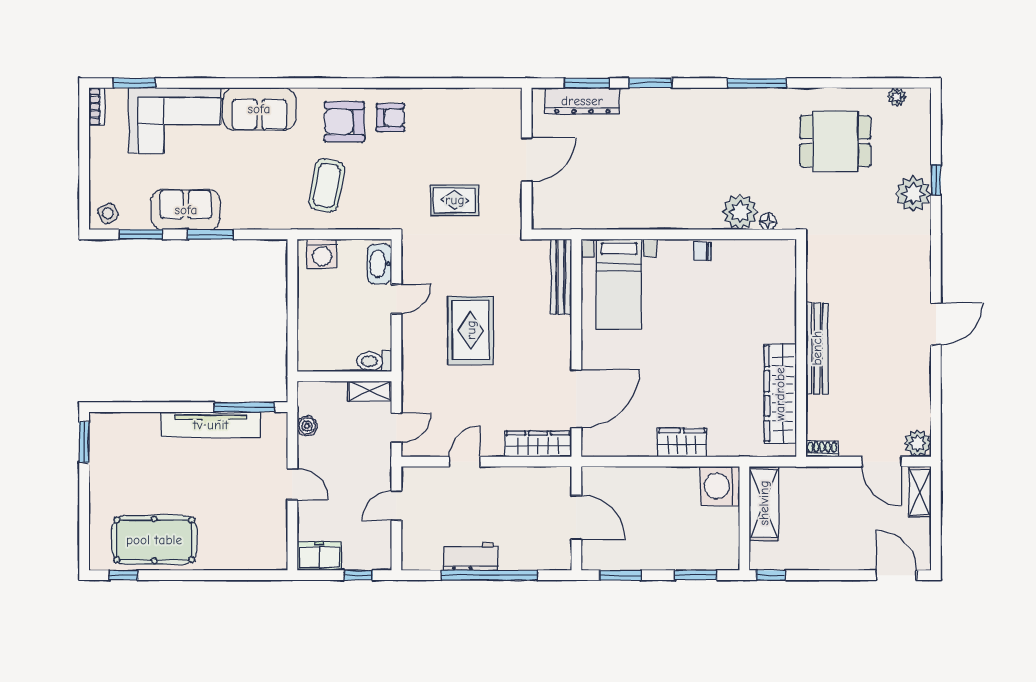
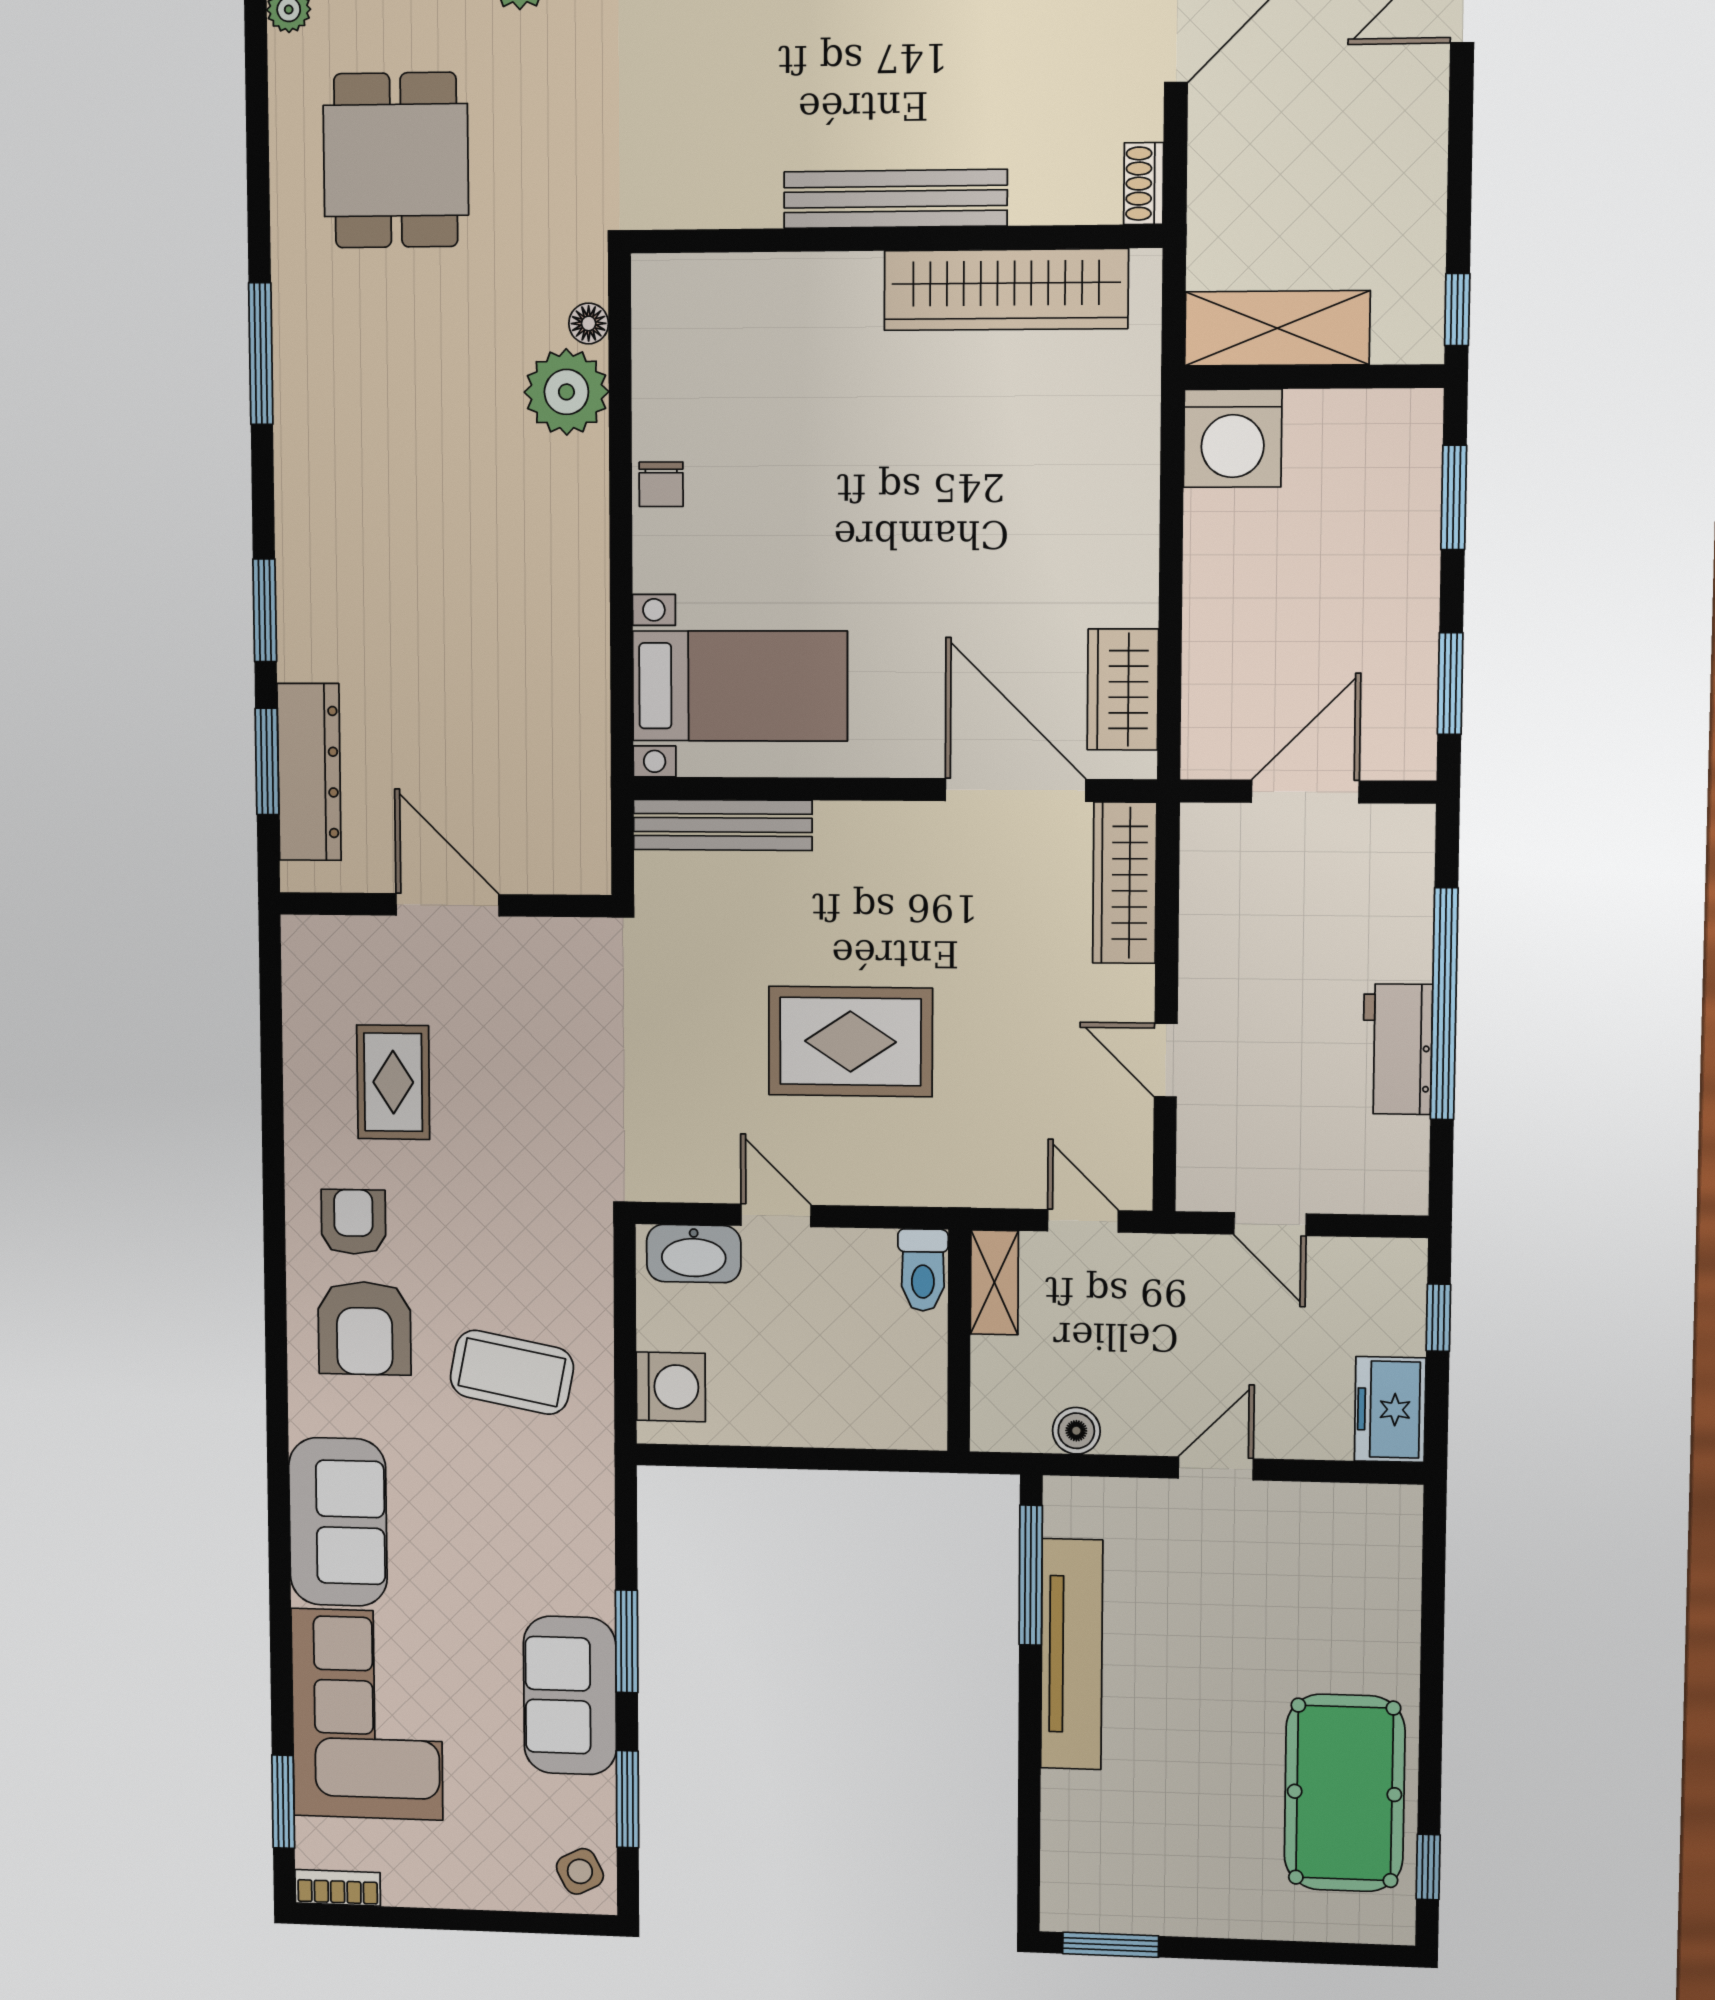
rug: (455, 200) -> (393, 1082), moved
wardrobe: (682, 443) -> (1123, 690), moved

